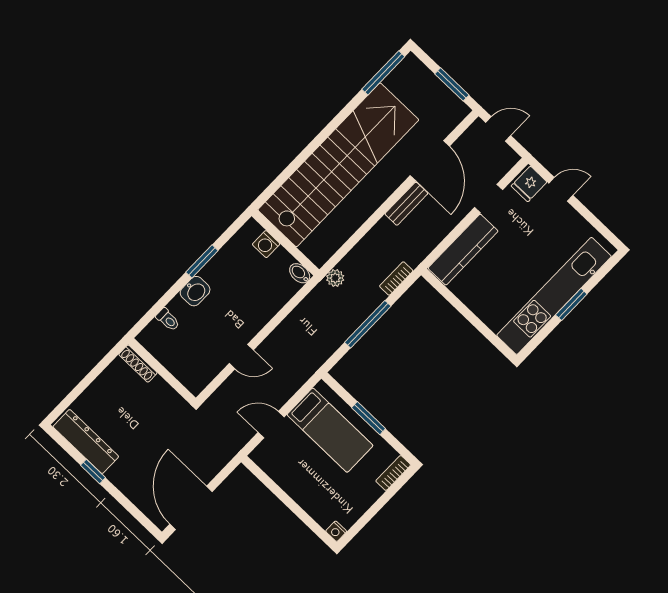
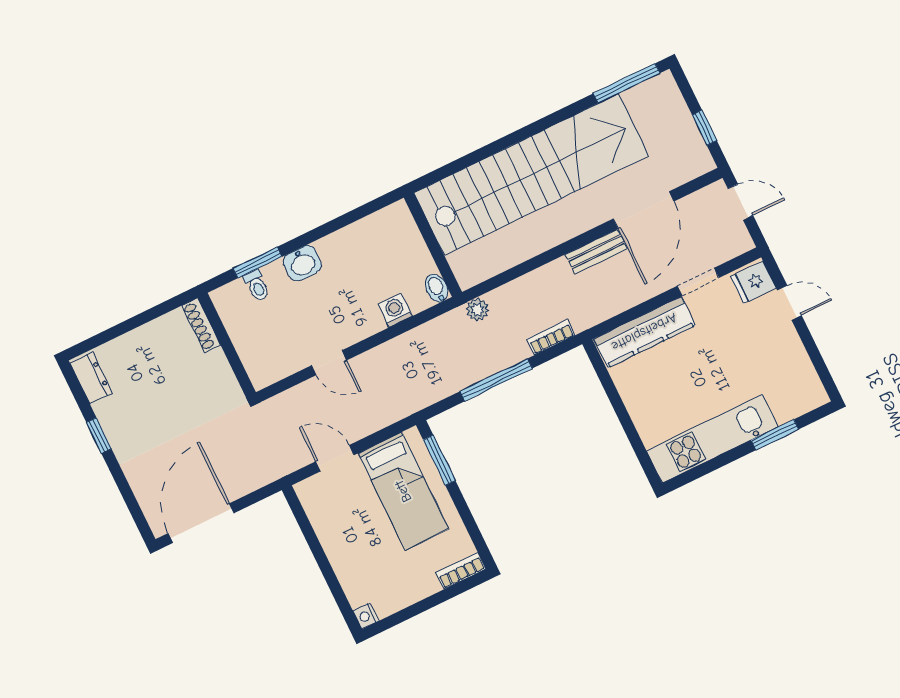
window: (452, 84) -> (704, 128), width x0.67
washing machine: (266, 244) -> (395, 310), moved, turned 90
window: (202, 261) -> (257, 263), moved
kitchen unit: (554, 296) -> (712, 439), width x0.73
window: (571, 304) -> (775, 435), moved
window: (369, 418) -> (439, 460), moved
dresser: (86, 442) -> (91, 378), width x0.51, depth x0.80

